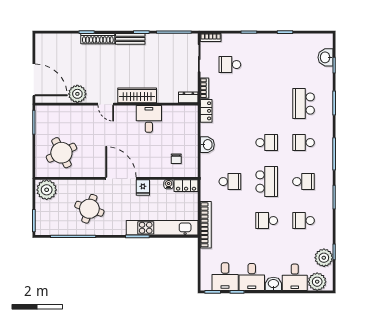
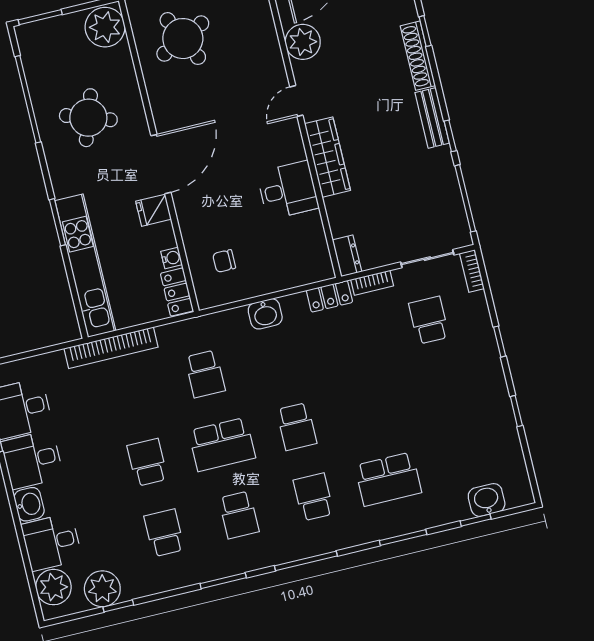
school desk: (304, 104) -> (388, 479), turned 180

